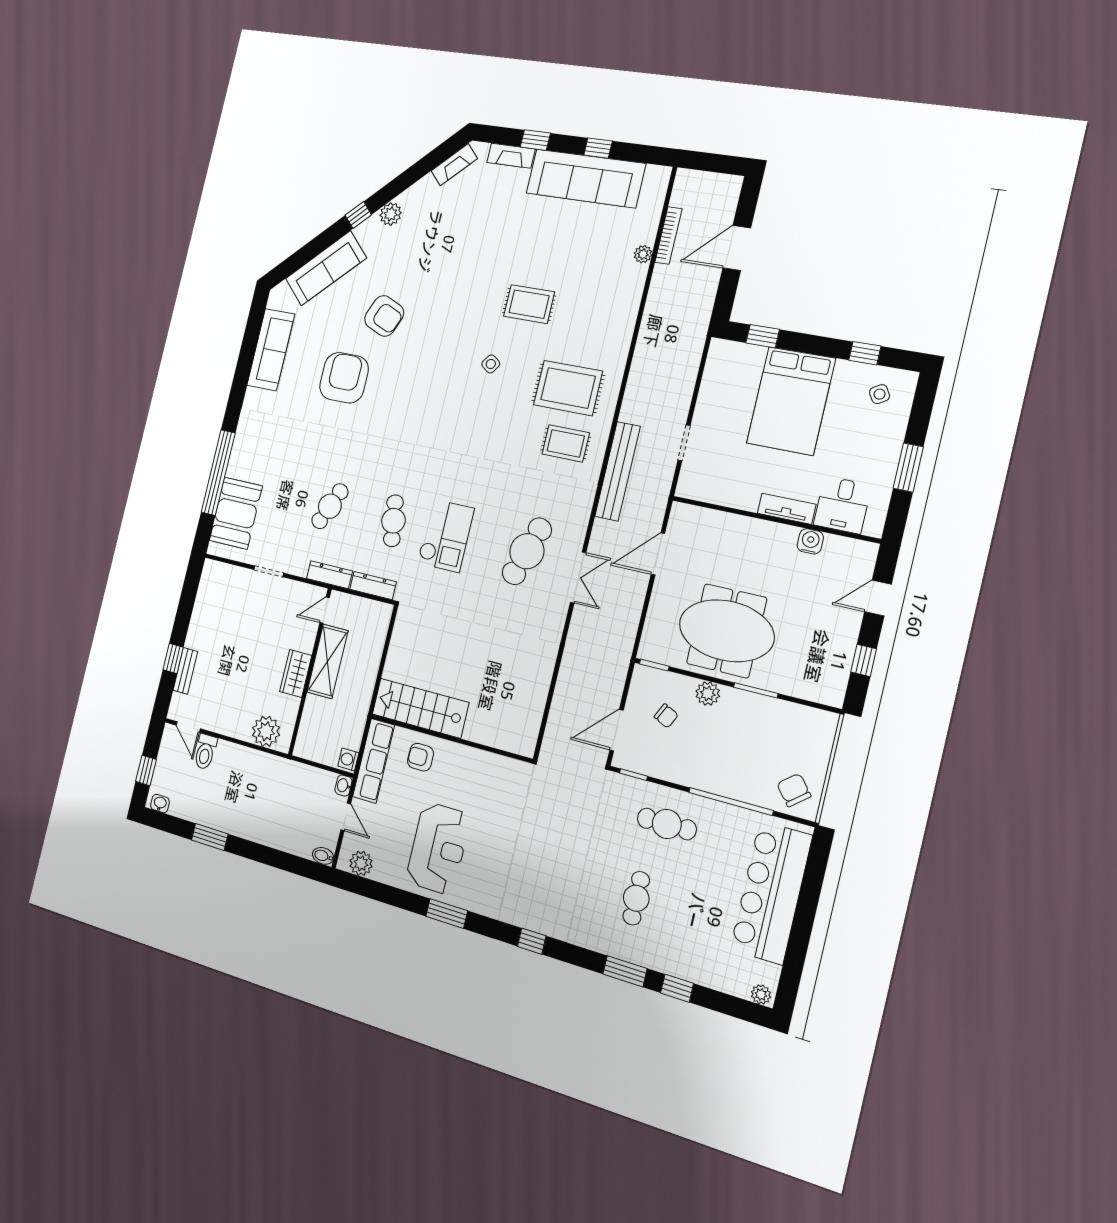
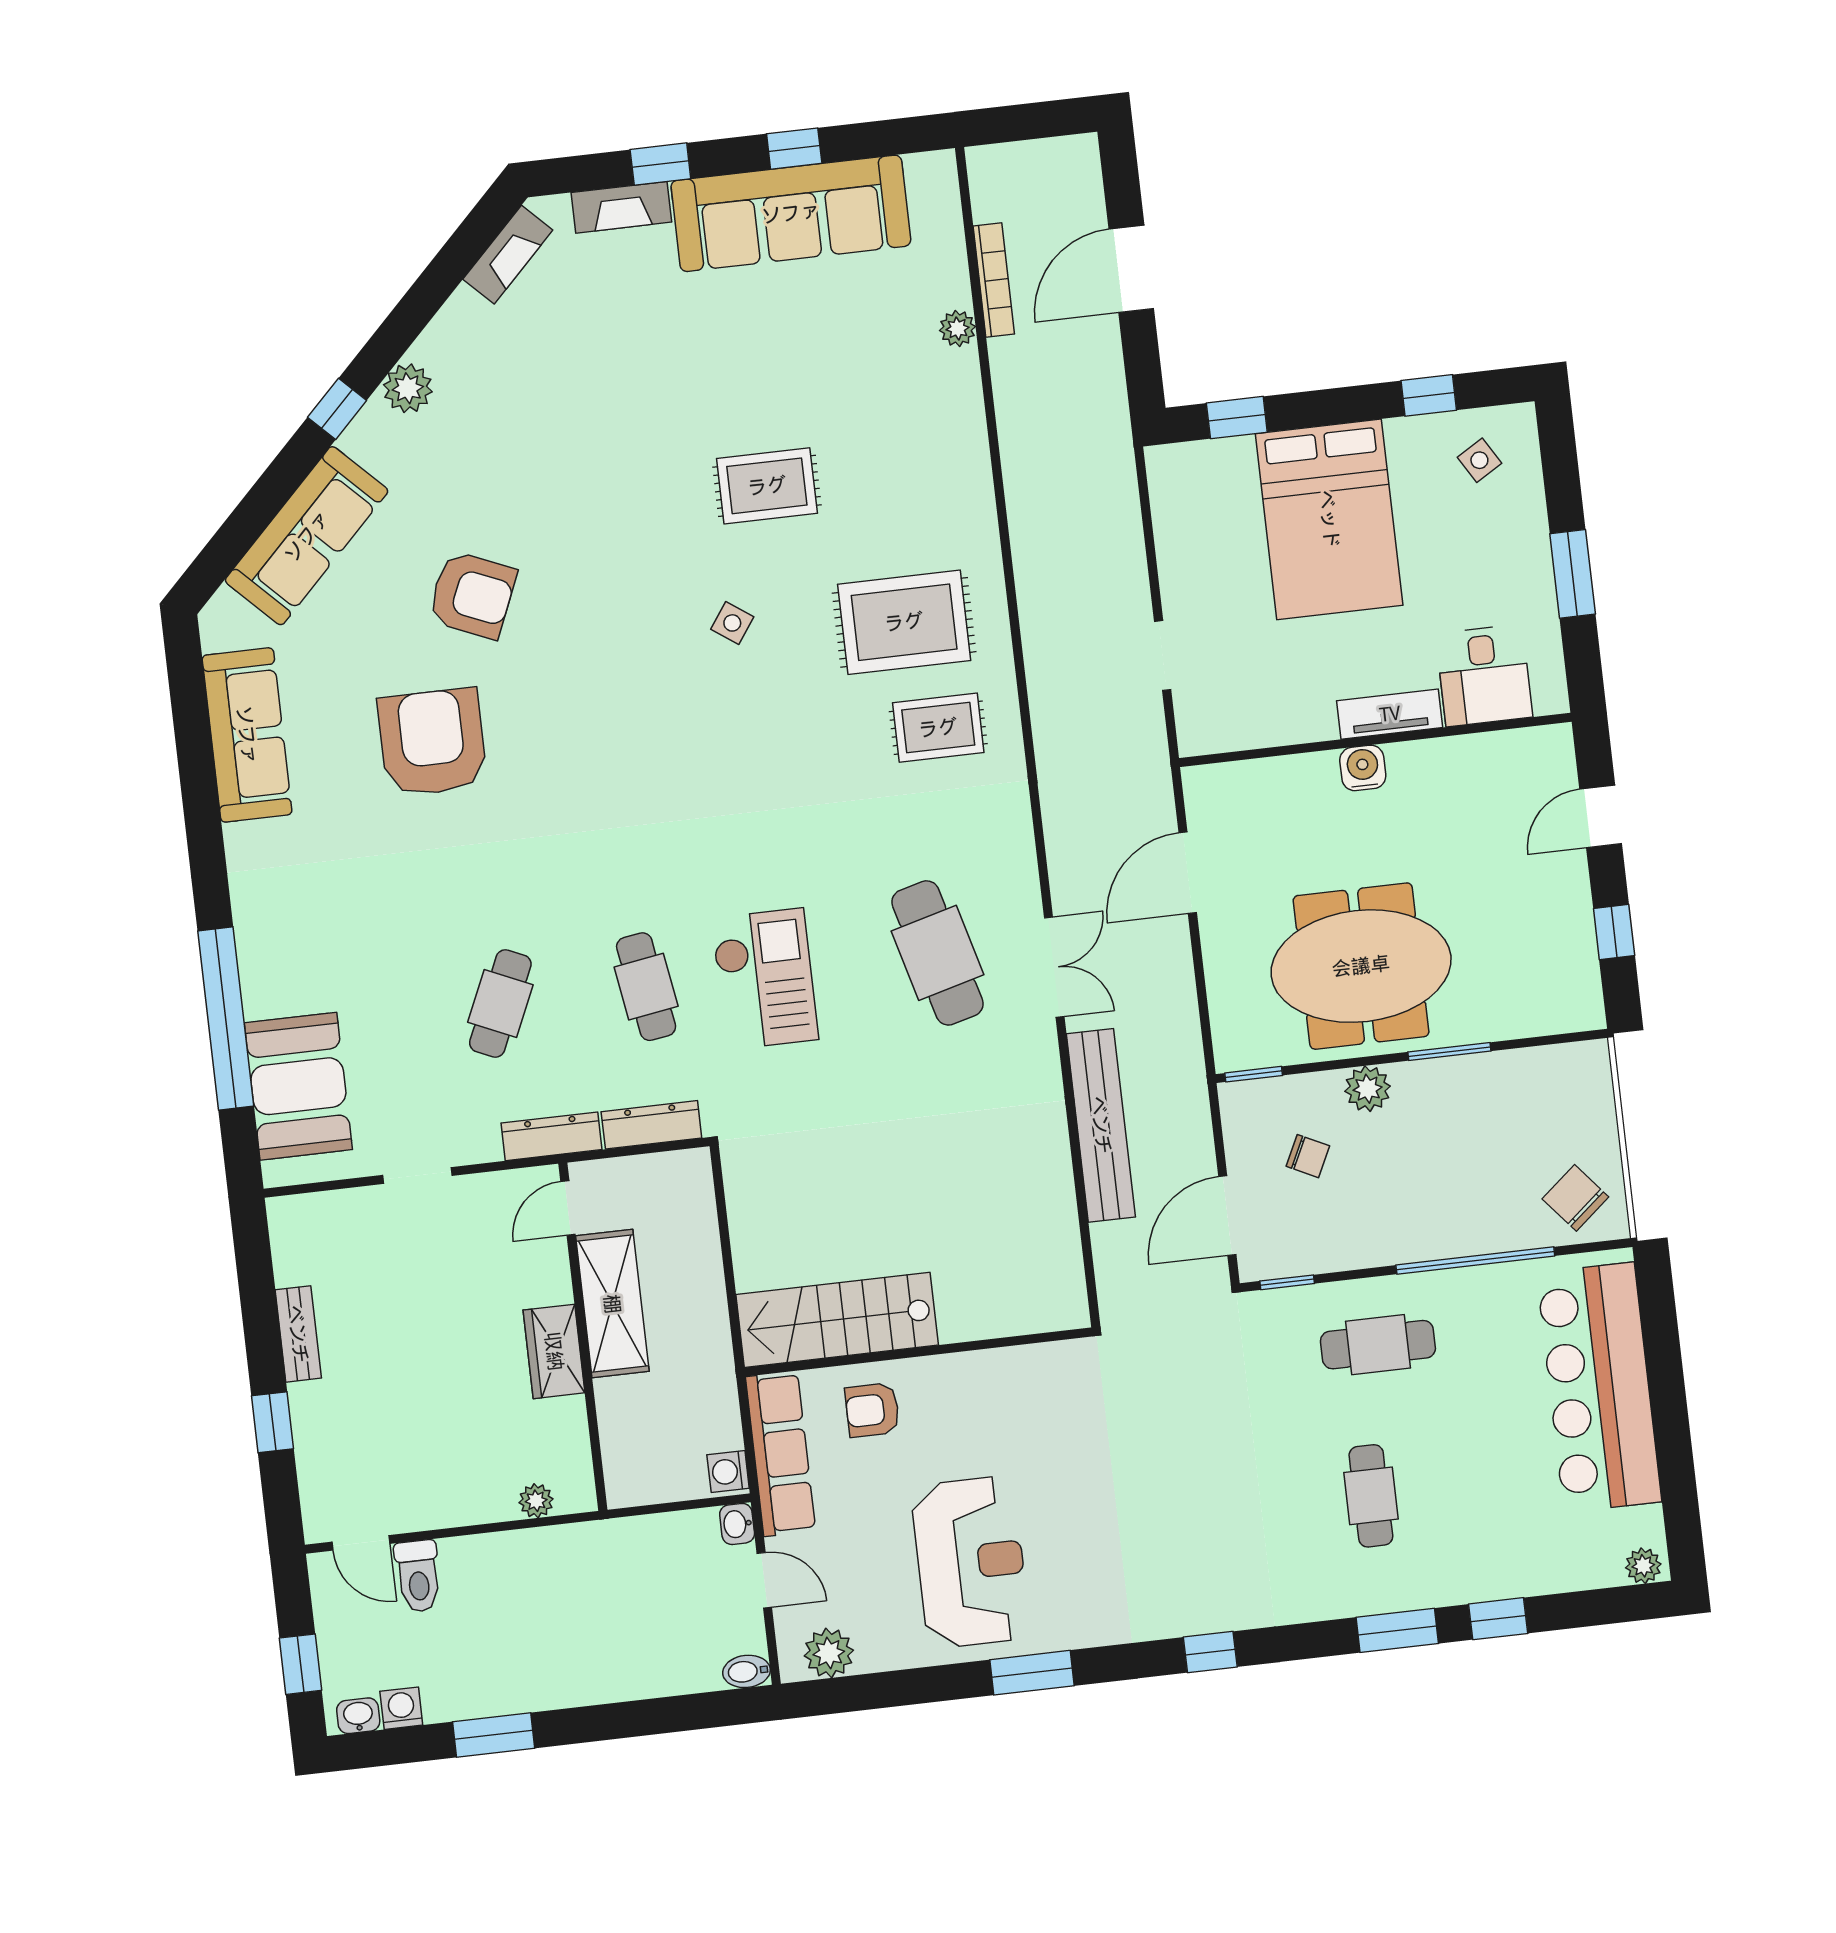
bench: (618, 471) -> (1101, 1125), moved
water cooler: (810, 541) -> (1363, 768), moved
cafe table: (527, 551) -> (937, 953), turned -33
bench: (185, 671) -> (298, 1334), moved
plant: (266, 731) -> (536, 1501), width x0.53, depth x0.53
washing machine: (178, 808) -> (401, 1708), added

